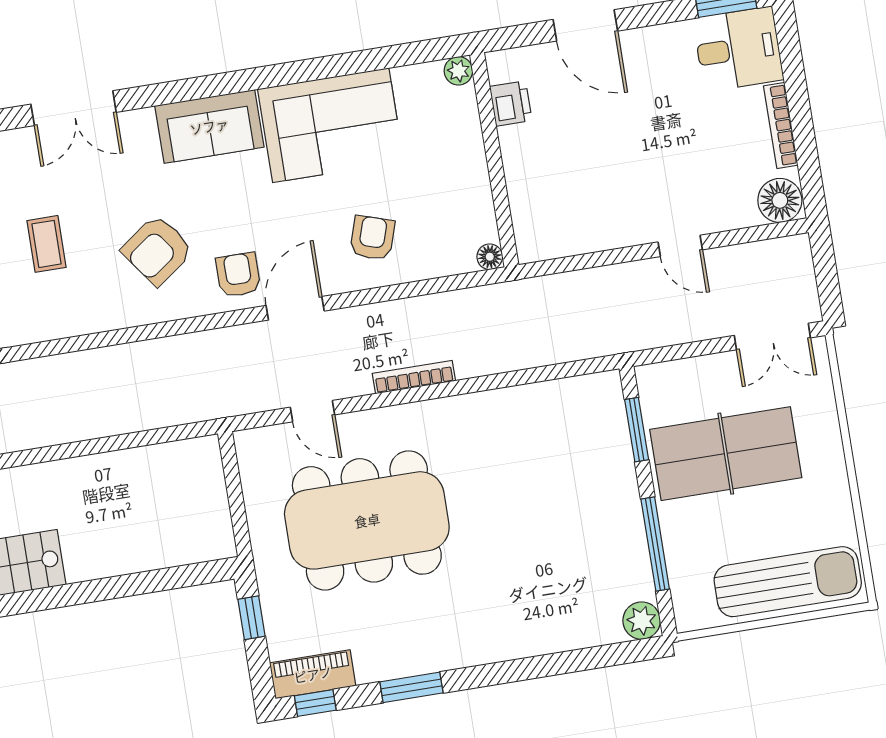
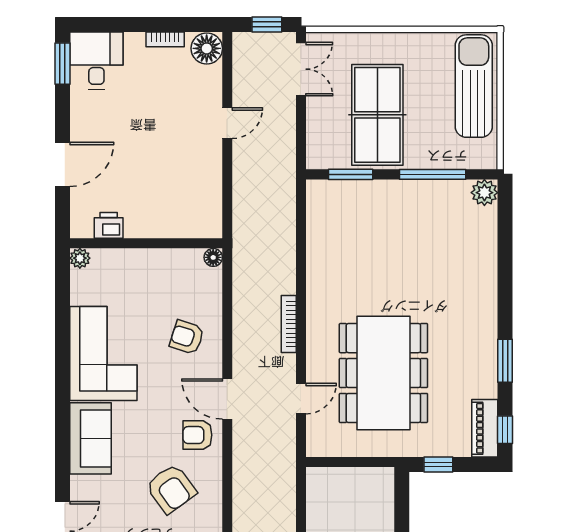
bookcase: (781, 126) -> (165, 39), width x0.64
window: (827, 279) -> (267, 24), added

